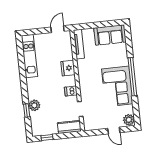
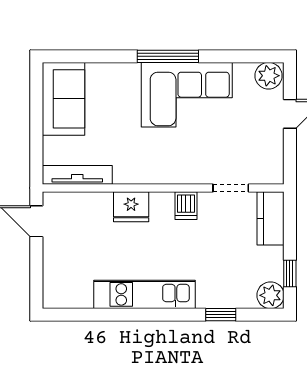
kitchen unit: (29, 56) -> (145, 294), moved
window: (132, 77) -> (168, 56), width x0.68
plant: (34, 105) -> (271, 295), moved

